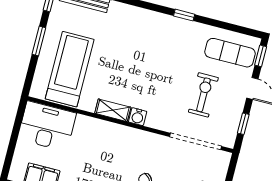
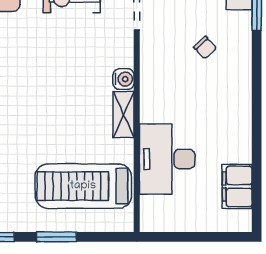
desk: (47, 126) -> (167, 159), moved

